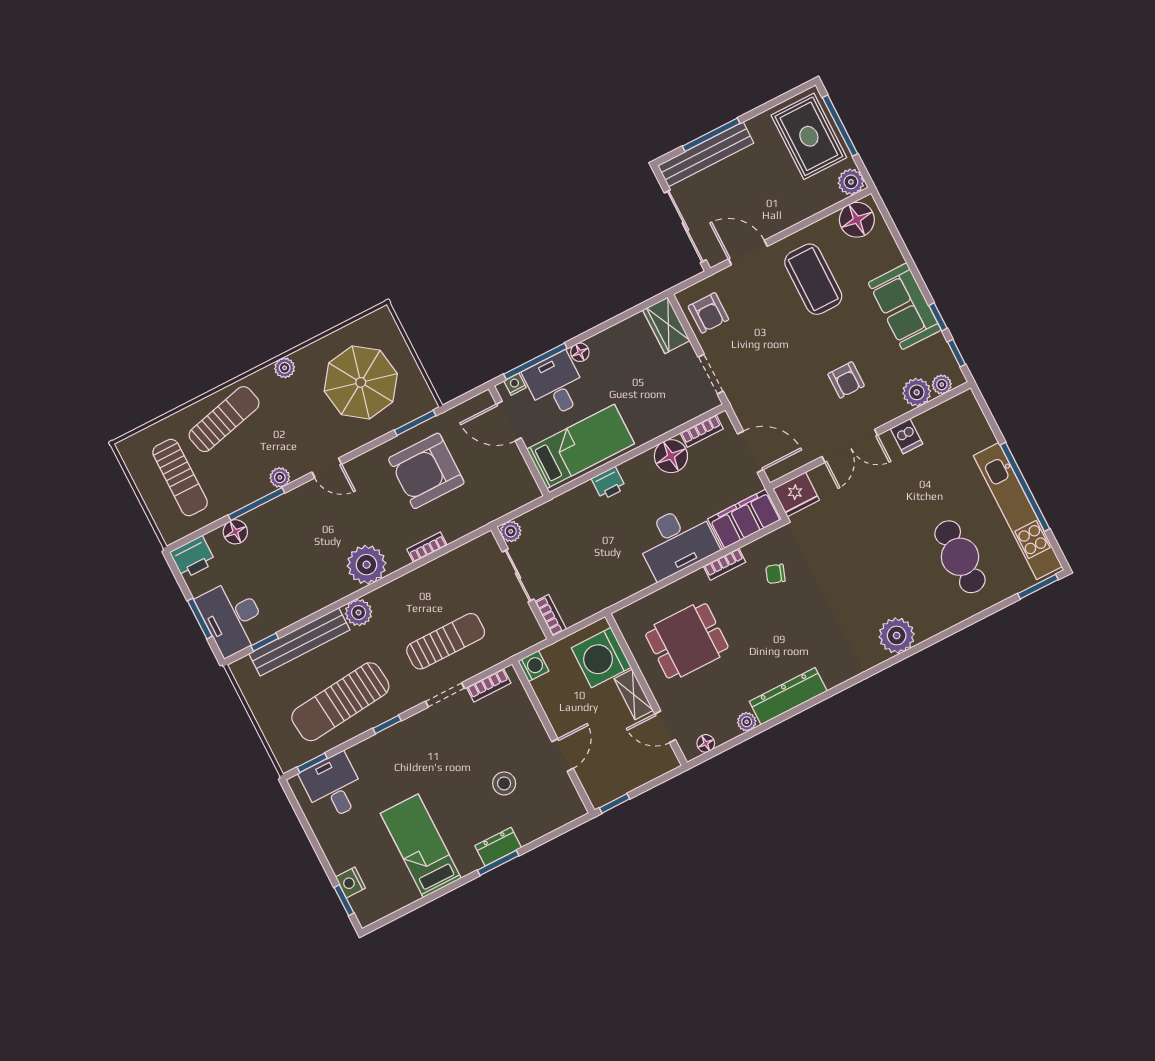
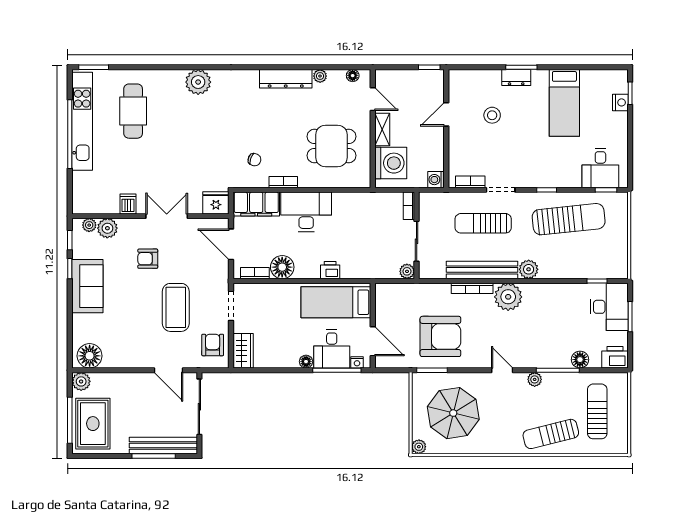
coffee table: (813, 279) -> (176, 307), moved
plant: (285, 368) -> (419, 447), moved
armchair: (846, 380) -> (148, 259), turned -90
bookcase: (427, 547) -> (472, 288), width x1.56
bench: (299, 642) -> (482, 270), moved

